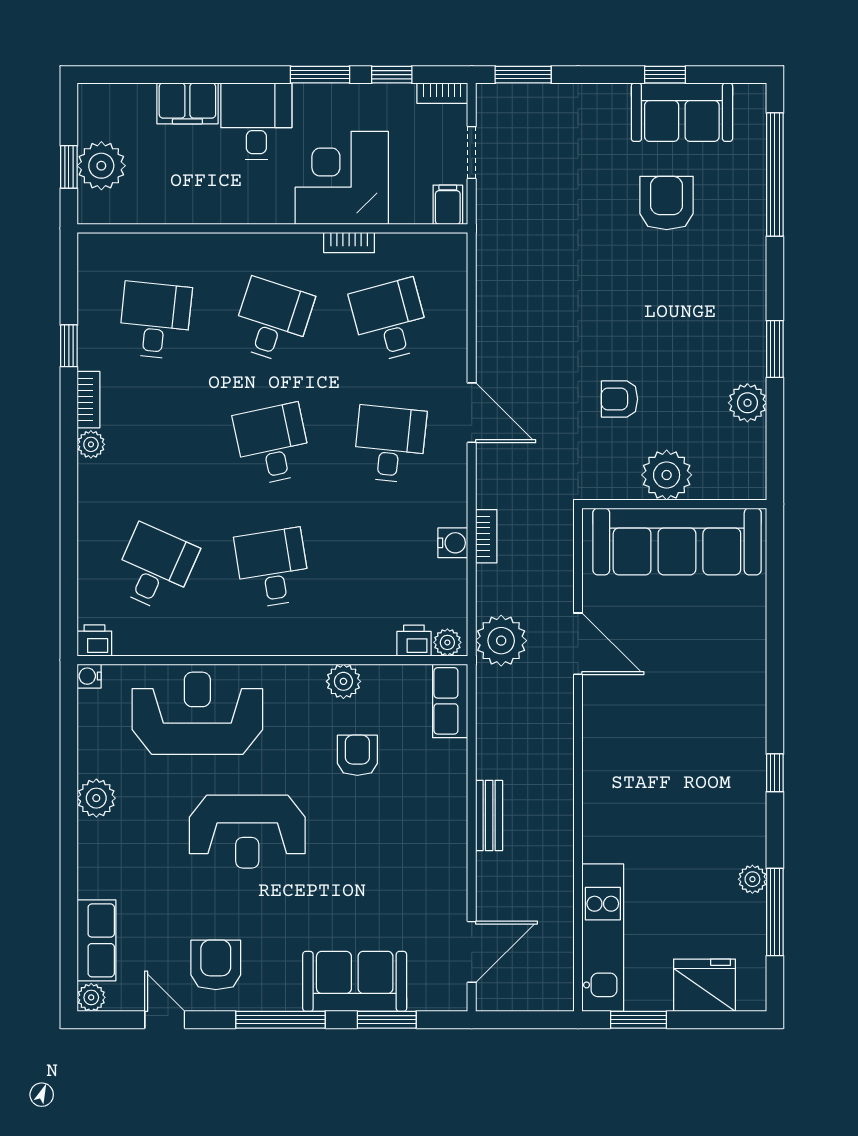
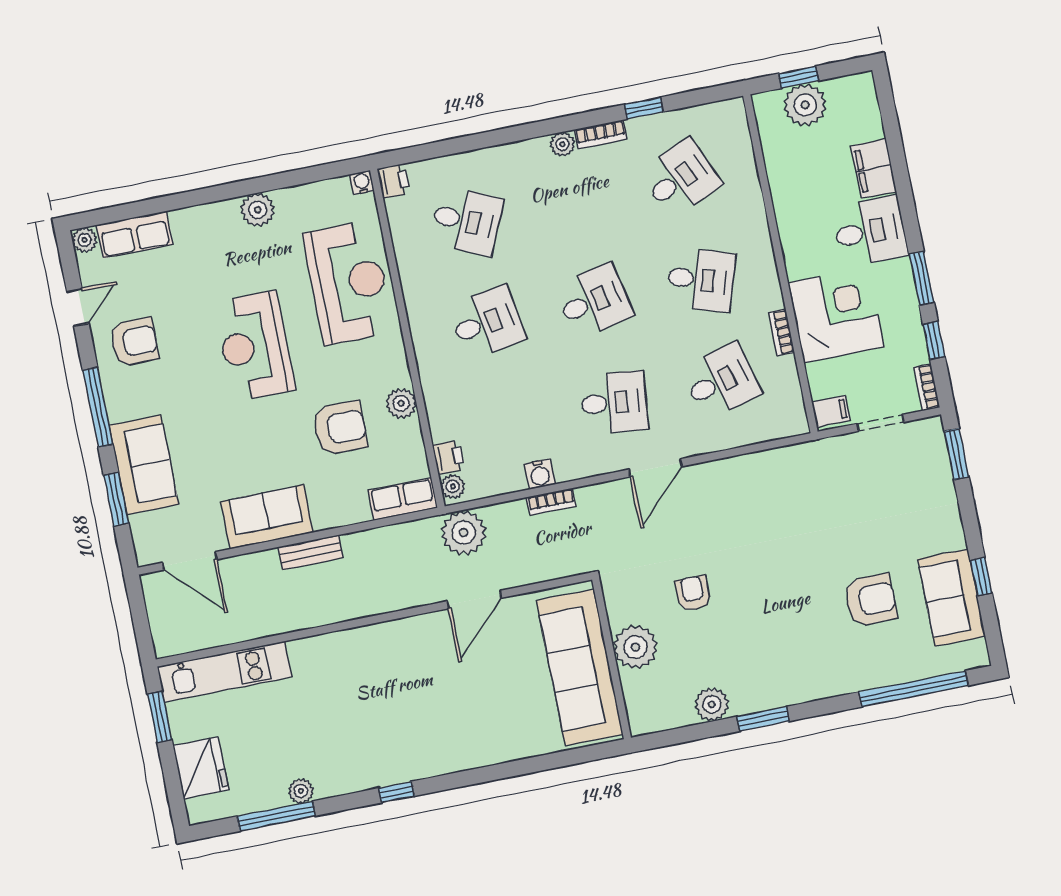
desk: (155, 321) -> (680, 178), turned -30
armchair: (357, 755) -> (340, 428), width x1.38, depth x1.38
sofa: (440, 856) -> (267, 517), added

